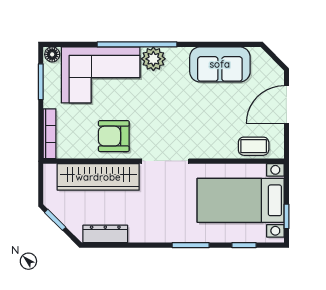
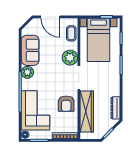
plant: (153, 59) -> (27, 72), moved
plant: (205, 144) -> (70, 58), added

